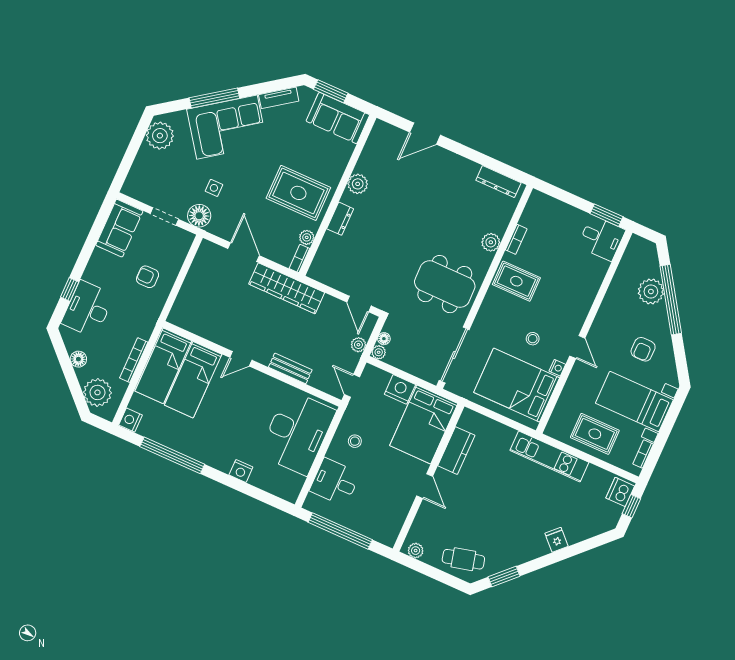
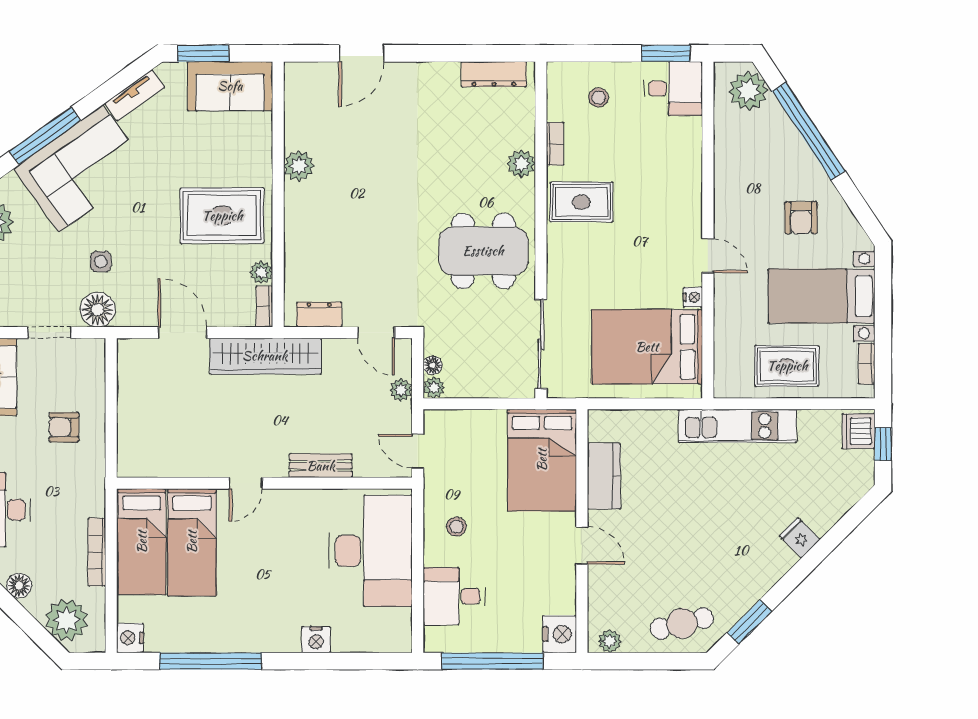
dresser: (340, 219) -> (319, 314), moved, turned -90
plant: (651, 291) -> (748, 91), moved
stool: (533, 339) -> (598, 97), moved
nightstand: (400, 389) -> (560, 634), moved, turned 90

